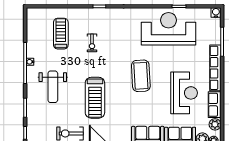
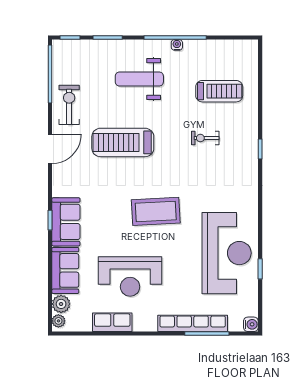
row of seats: (215, 68) -> (193, 323), moved
plant: (215, 124) -> (83, 323), removed

